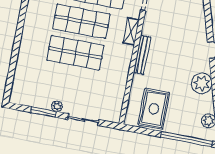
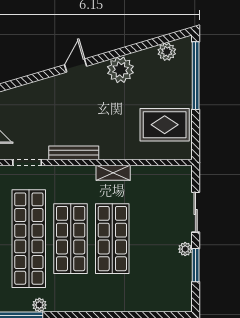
shelving: (131, 31) -> (113, 173), moved
bench: (142, 55) -> (74, 153), moved

